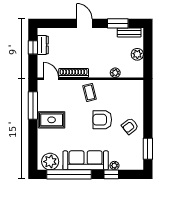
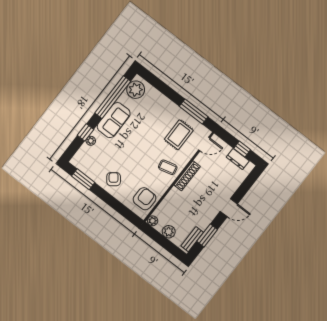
shoe rack: (74, 73) -> (187, 176), moved
plant: (115, 73) -> (153, 221), moved
rug: (52, 120) -> (179, 135), moved
armchair: (102, 120) -> (145, 199), moved
sofa: (86, 160) -> (114, 120), width x0.73

